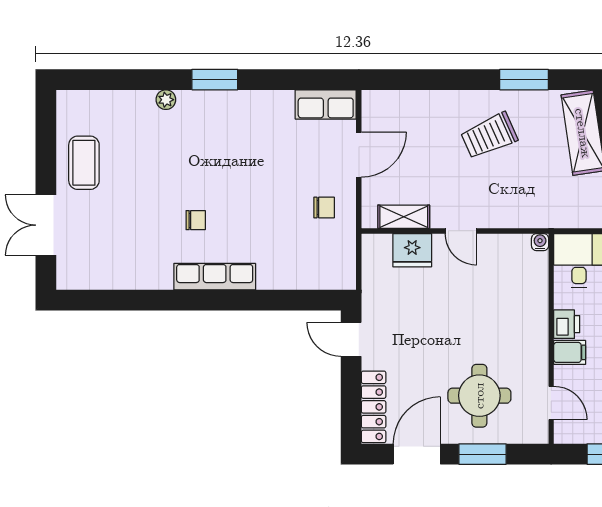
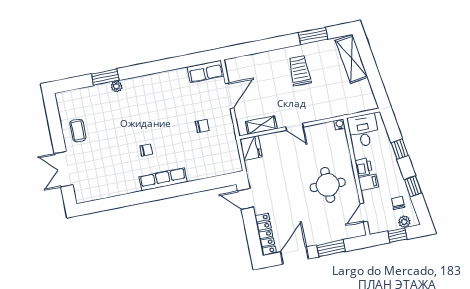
window: (215, 80) -> (105, 77), moved
trolley: (489, 136) -> (300, 71), turned 114
coffee table: (84, 163) -> (78, 130), width x0.73, depth x0.77
chair: (324, 207) -> (202, 126), moved
fridge: (412, 250) -> (251, 148), moved, turned -90
round table: (479, 396) -> (328, 185), moved
door: (551, 403) -> (364, 212), swing flipped

